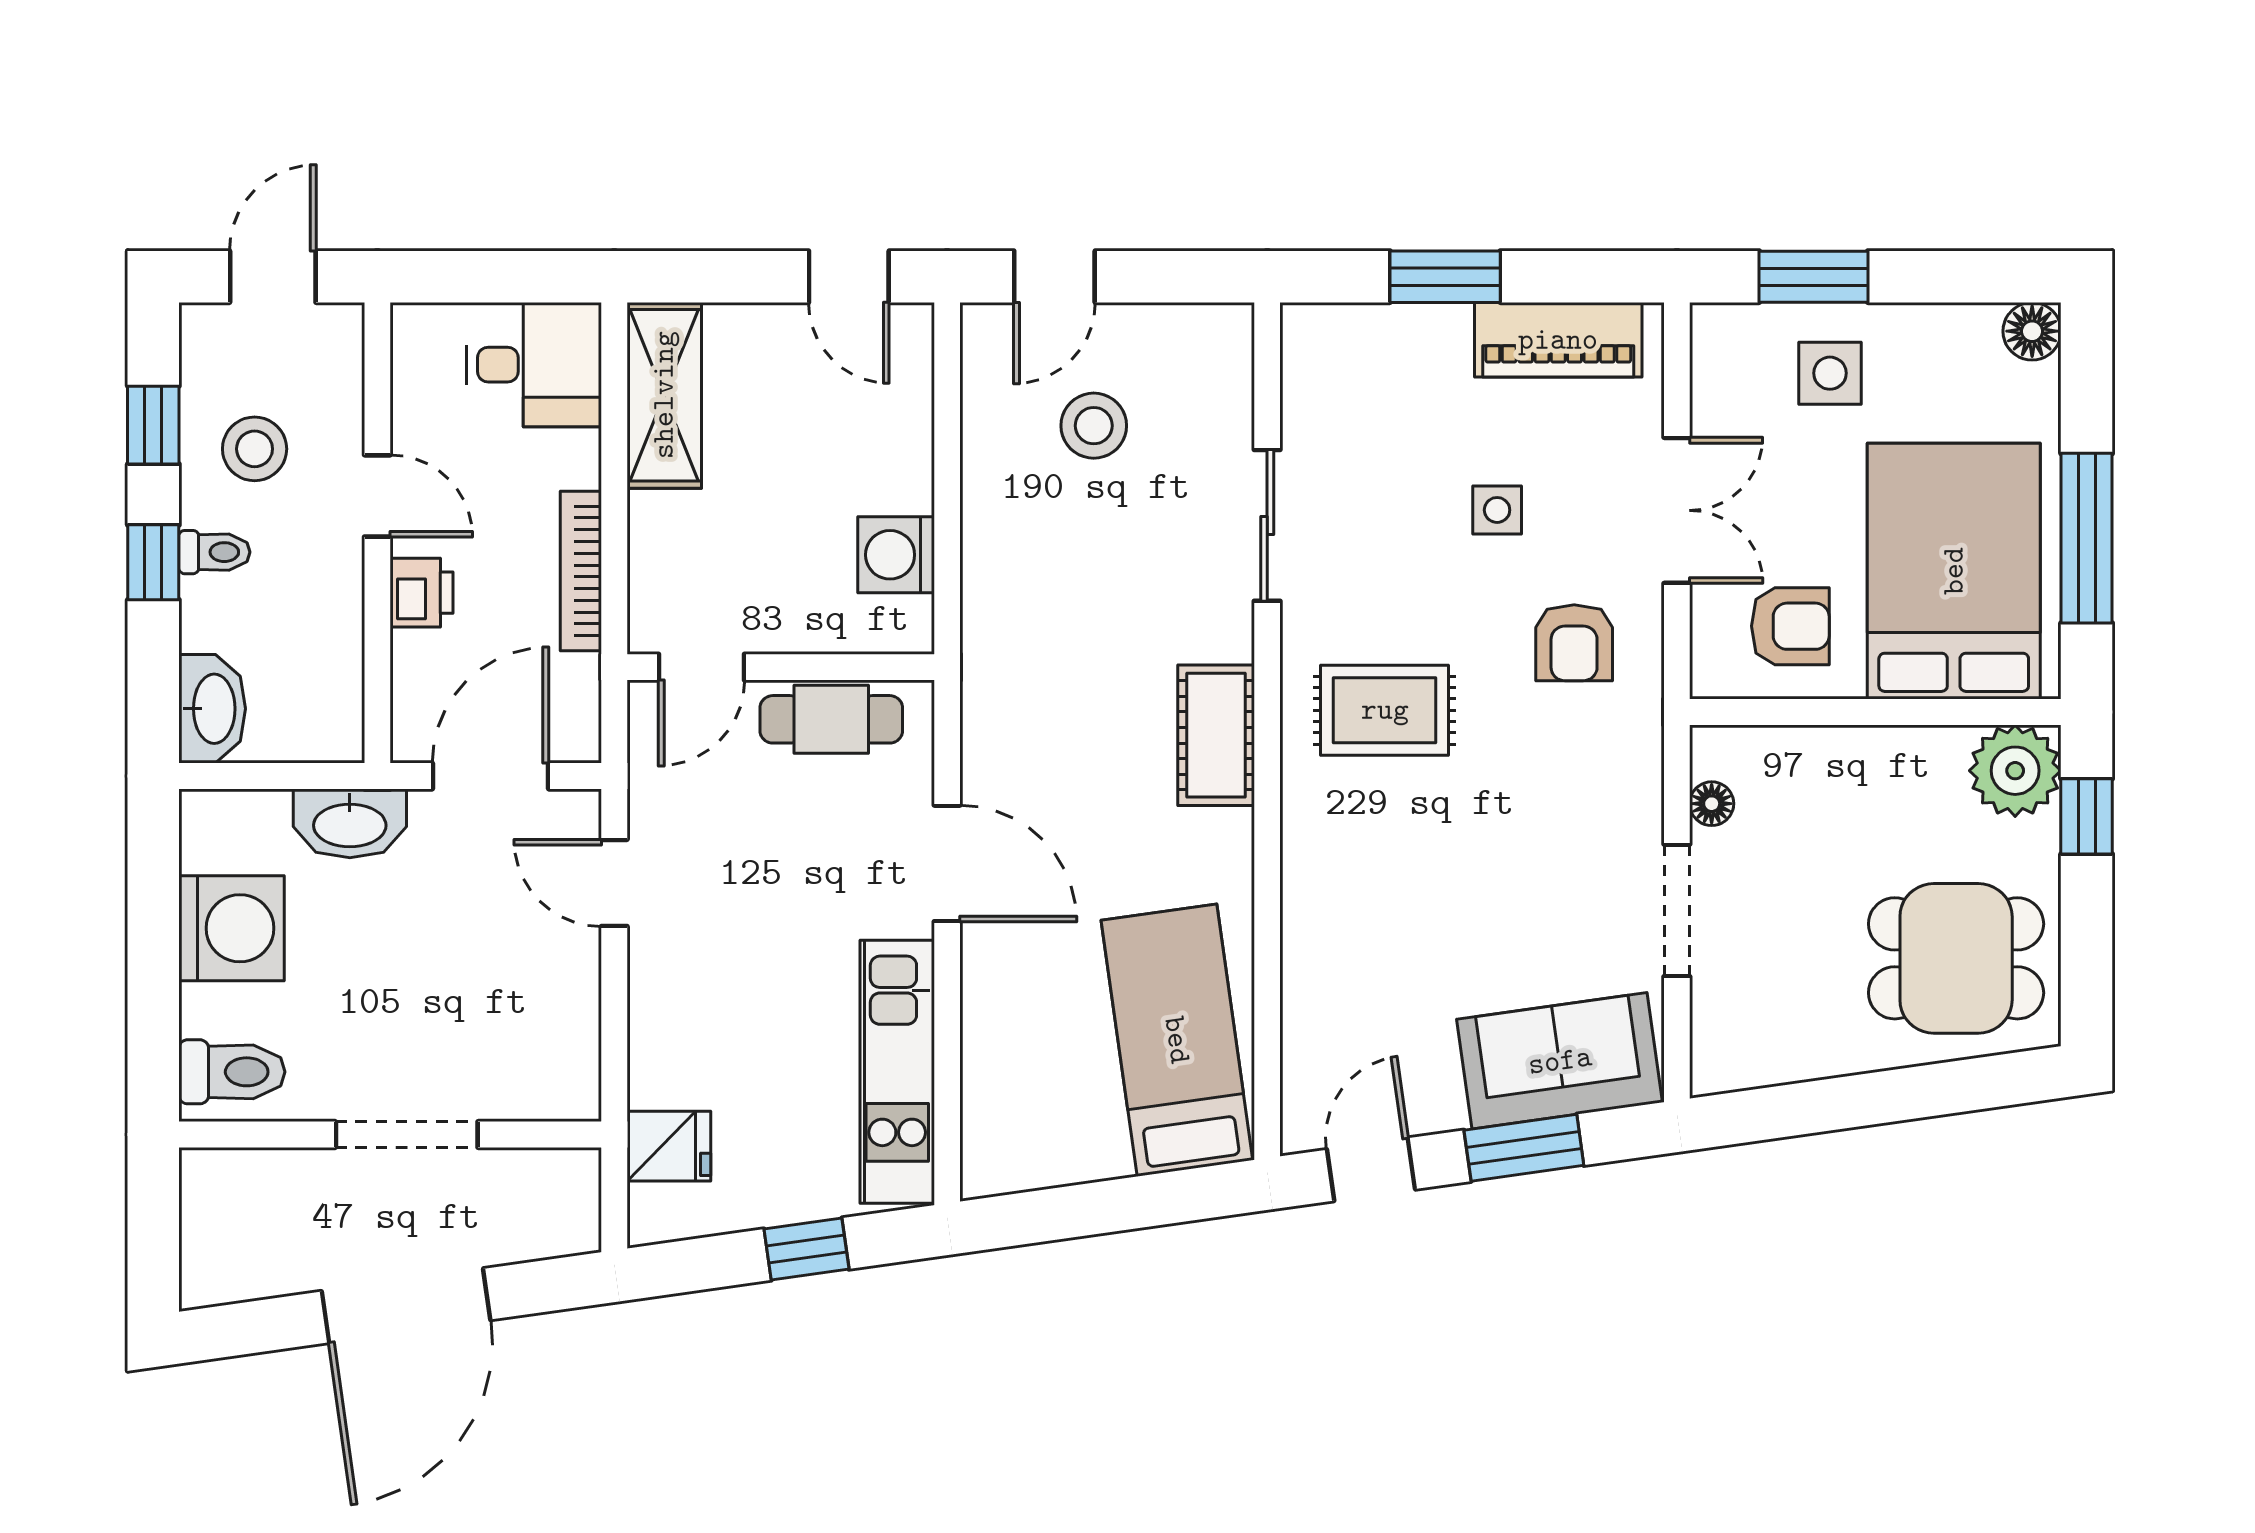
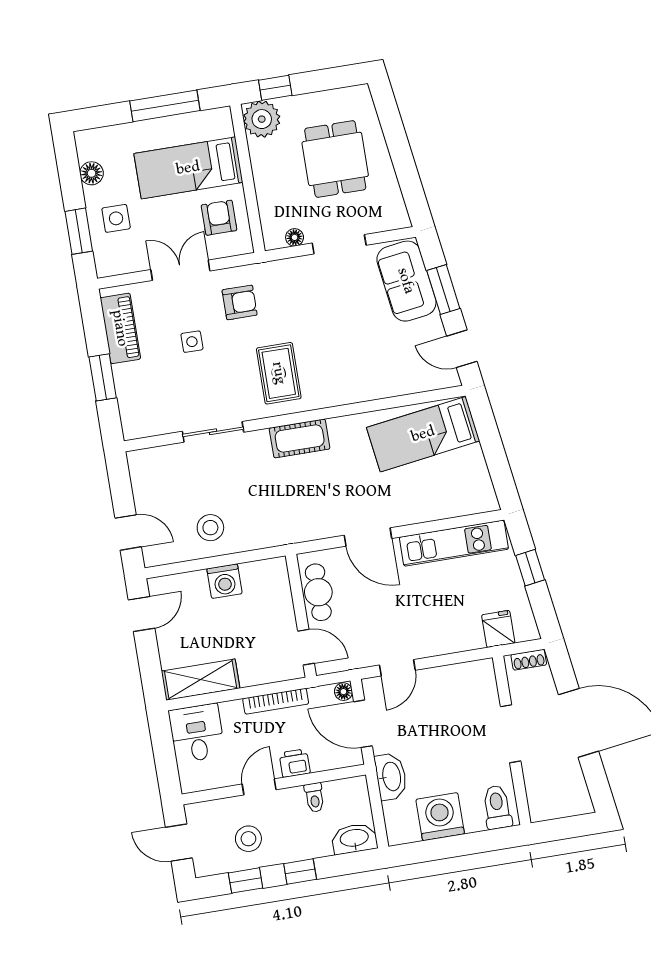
floor lamp: (2032, 331) -> (92, 173), moved
stool: (1094, 426) -> (210, 528), moved
toilet: (214, 552) -> (314, 797), moved, turned 180
washing machine: (896, 555) -> (224, 581), moved
bed: (1954, 571) -> (188, 168), width x0.67
floor lamp: (577, 741) -> (343, 692), added
door: (947, 863) -> (368, 537), swing flipped
dining table: (1956, 958) -> (335, 159), moved
shoe rack: (581, 1209) -> (529, 660), added

